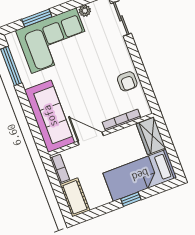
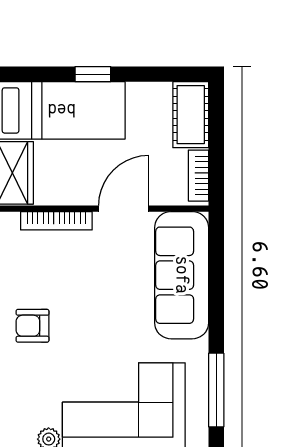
armchair: (127, 81) -> (32, 326), moved, turned -90
door: (91, 138) -> (124, 209), swing flipped

